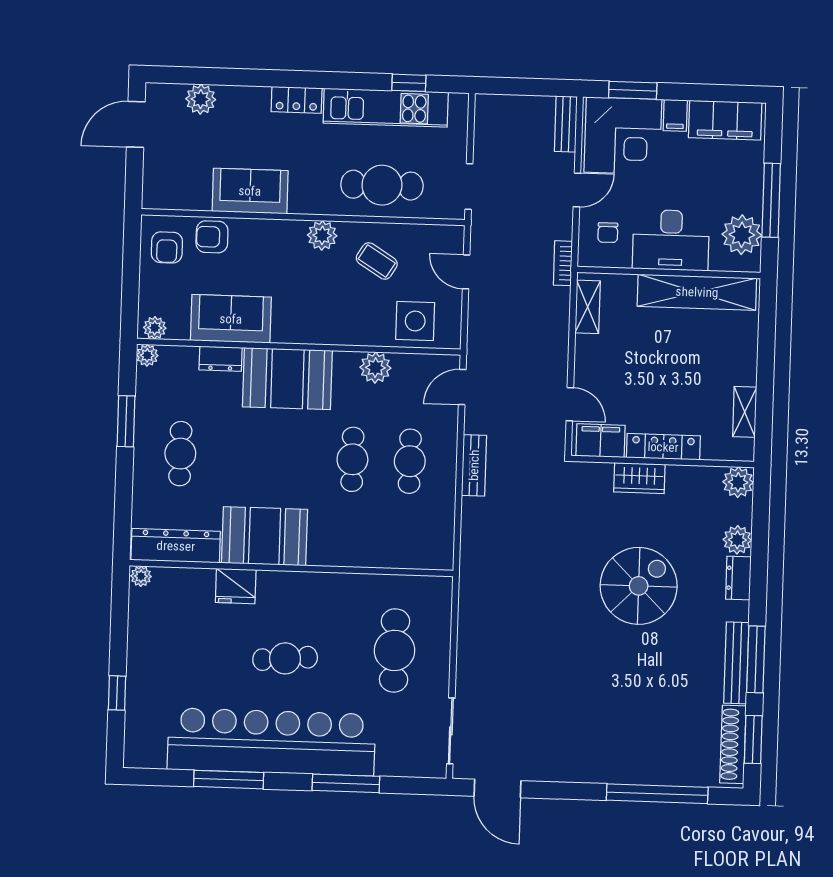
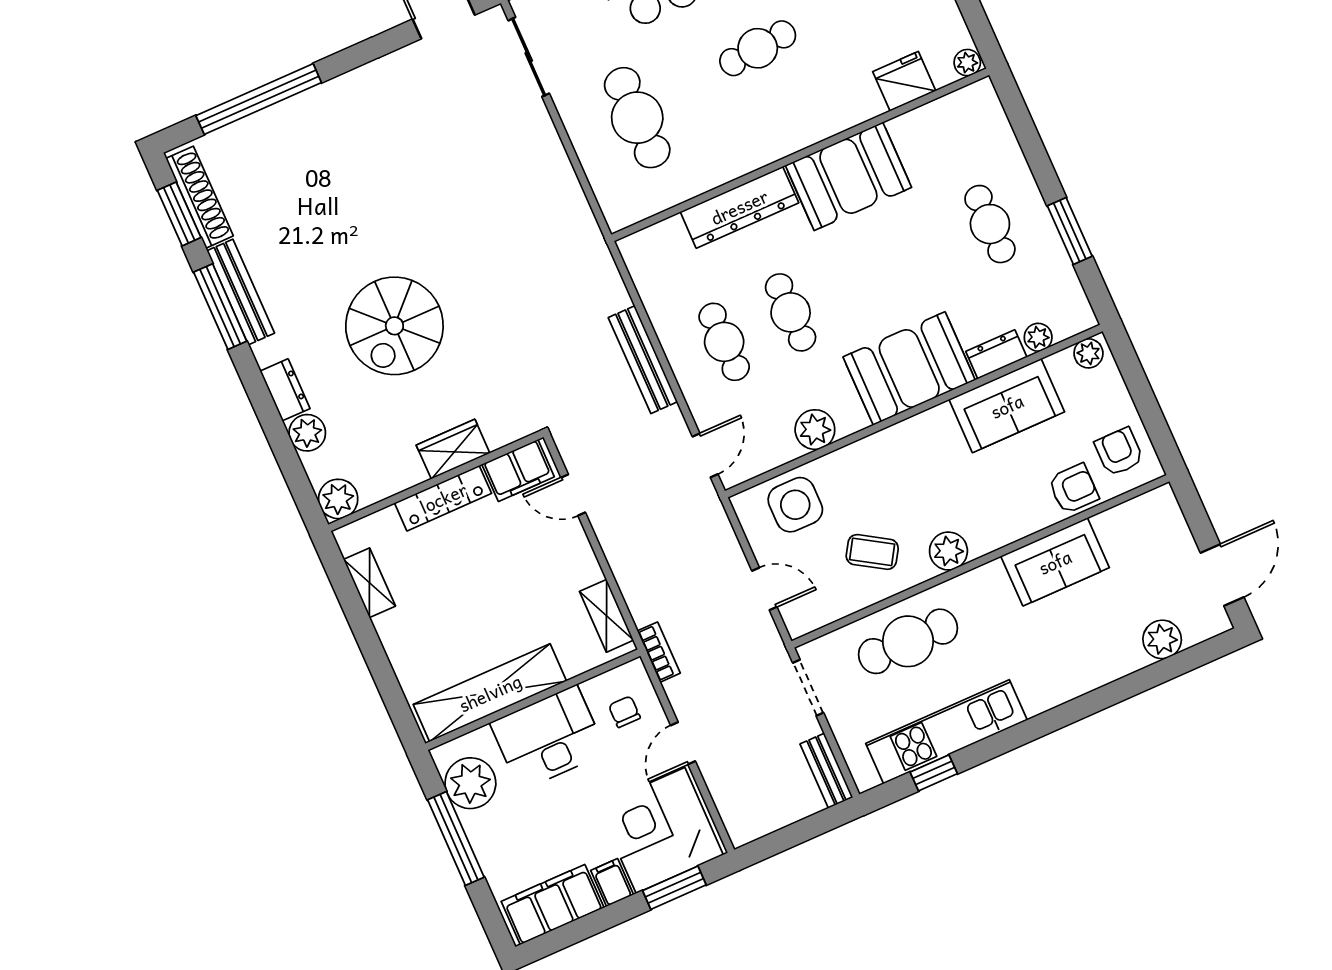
locker: (297, 100) -> (1052, 691), removed
bench: (566, 124) -> (826, 771), moved
plant: (147, 355) -> (1038, 337), moved
bench: (474, 465) -> (643, 360), width x1.36
dresser: (176, 546) -> (739, 207), moved
fridge: (236, 586) -> (904, 81), moved

